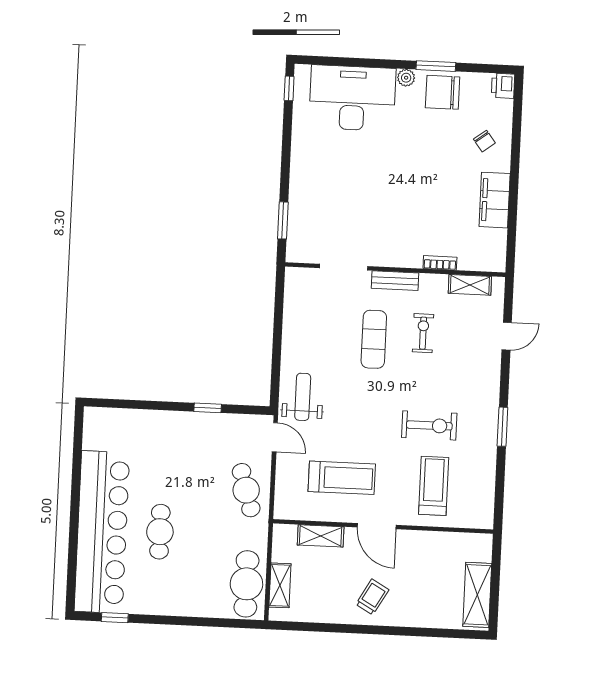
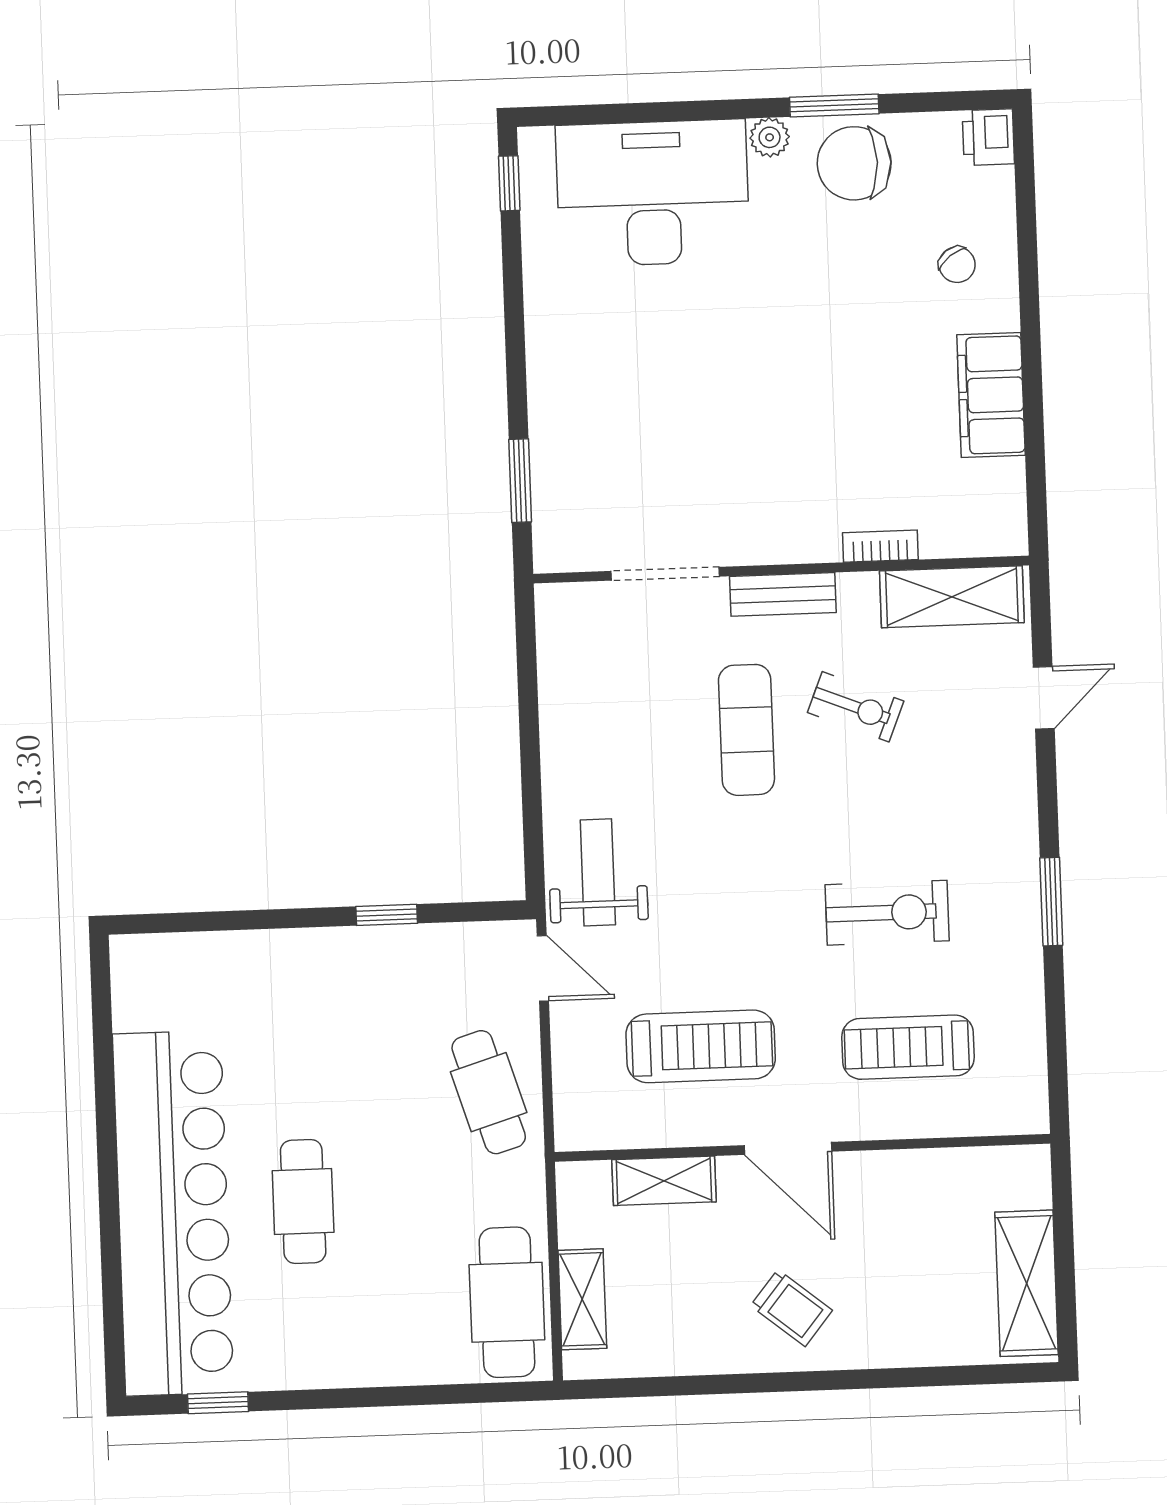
shelving: (470, 285) -> (952, 597), width x1.50, depth x1.33
exercise bike: (423, 333) -> (856, 707), turned 112
treadmill: (434, 486) -> (908, 1047), turned -90
trolley: (372, 597) -> (791, 1308), turned 99

